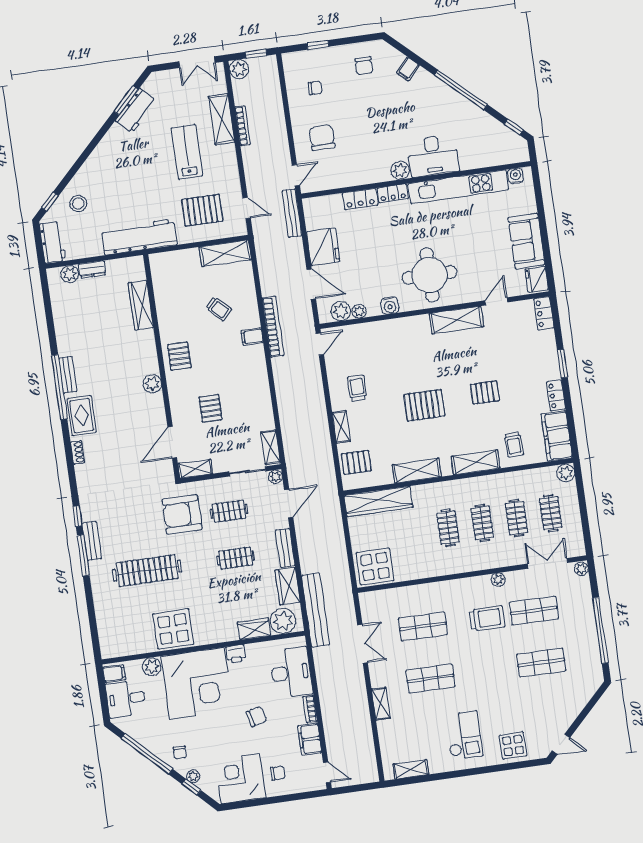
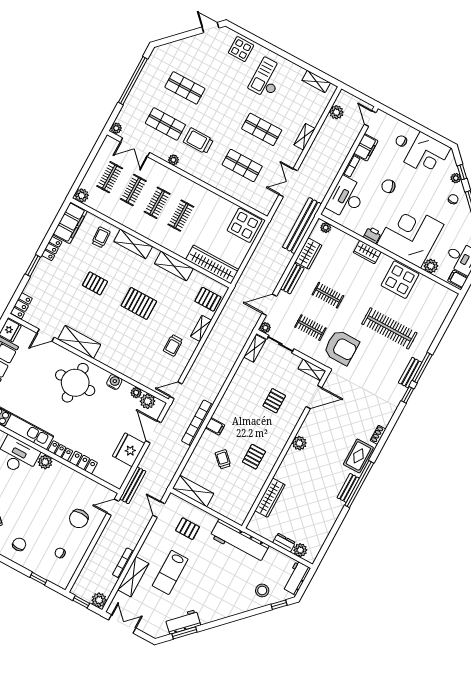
pallet: (202, 210) -> (188, 529), width x0.67, depth x0.71
pallet: (179, 356) -> (254, 457), moved
plant: (283, 621) -> (326, 228), width x0.53, depth x0.53
wardrobe: (254, 629) -> (367, 252), moved
plant: (366, 753) -> (336, 112), added

